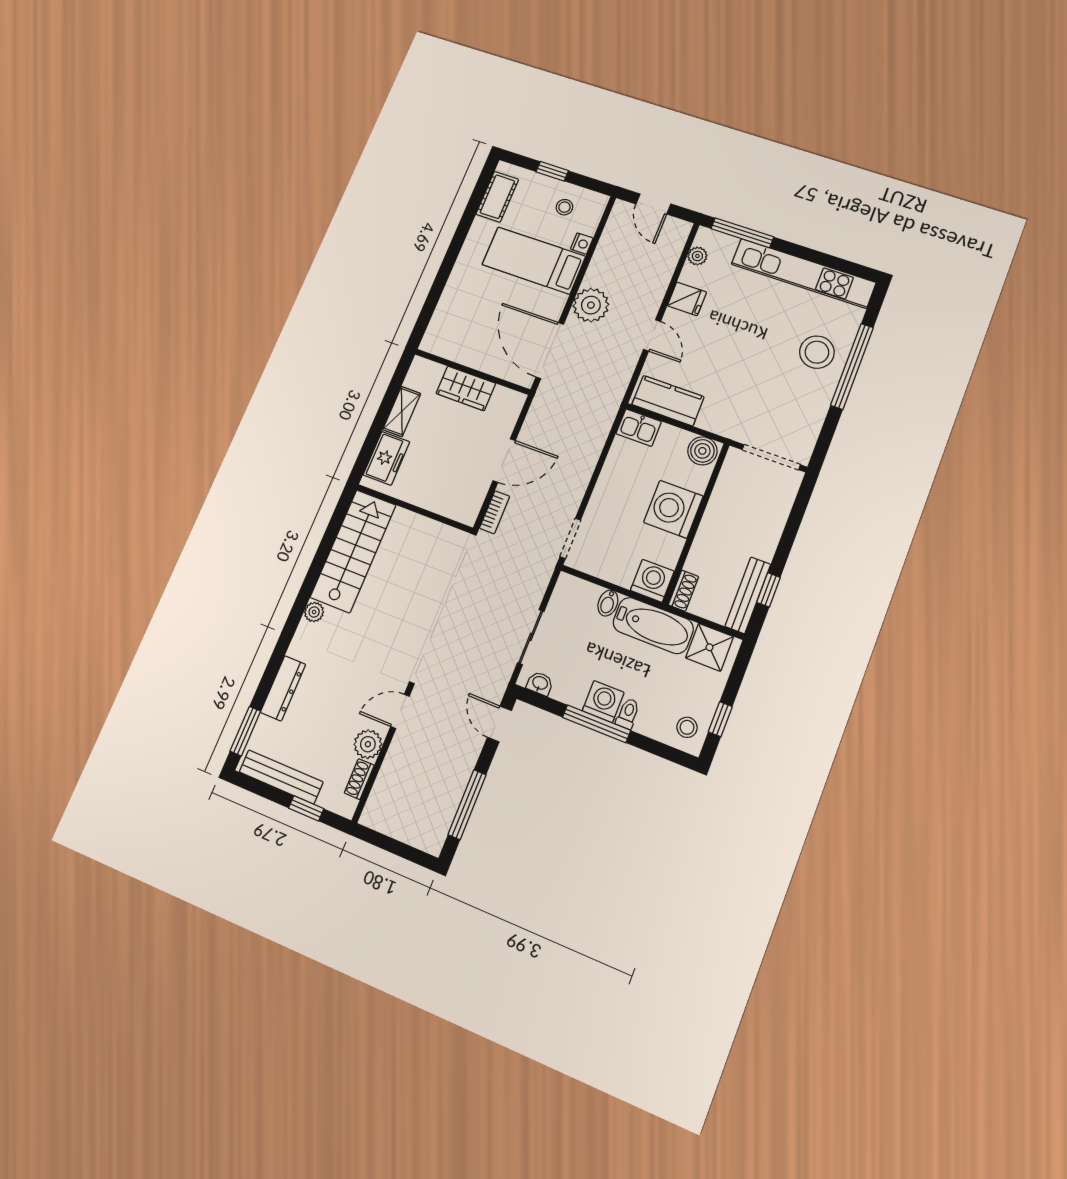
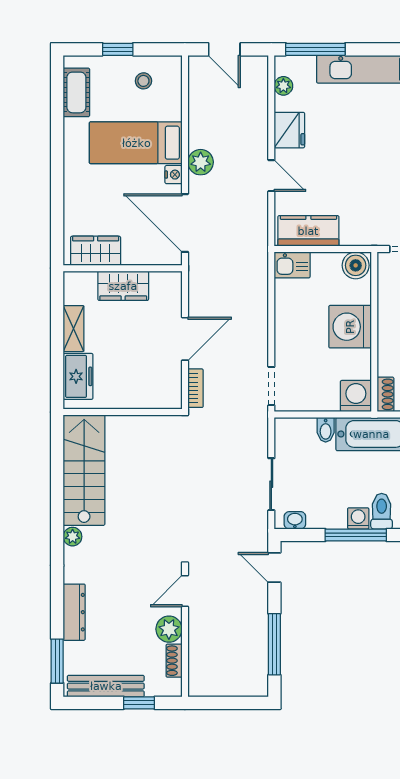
nightstand: (582, 244) -> (174, 175), moved
fridge: (687, 299) -> (289, 130), width x1.38
plant: (591, 305) -> (201, 162), width x0.73, depth x0.73
wardrobe: (454, 346) -> (96, 251), added
washing machine: (603, 702) -> (358, 518), width x0.73, depth x0.73
toilet: (628, 714) -> (382, 511), width x1.37, depth x1.39

